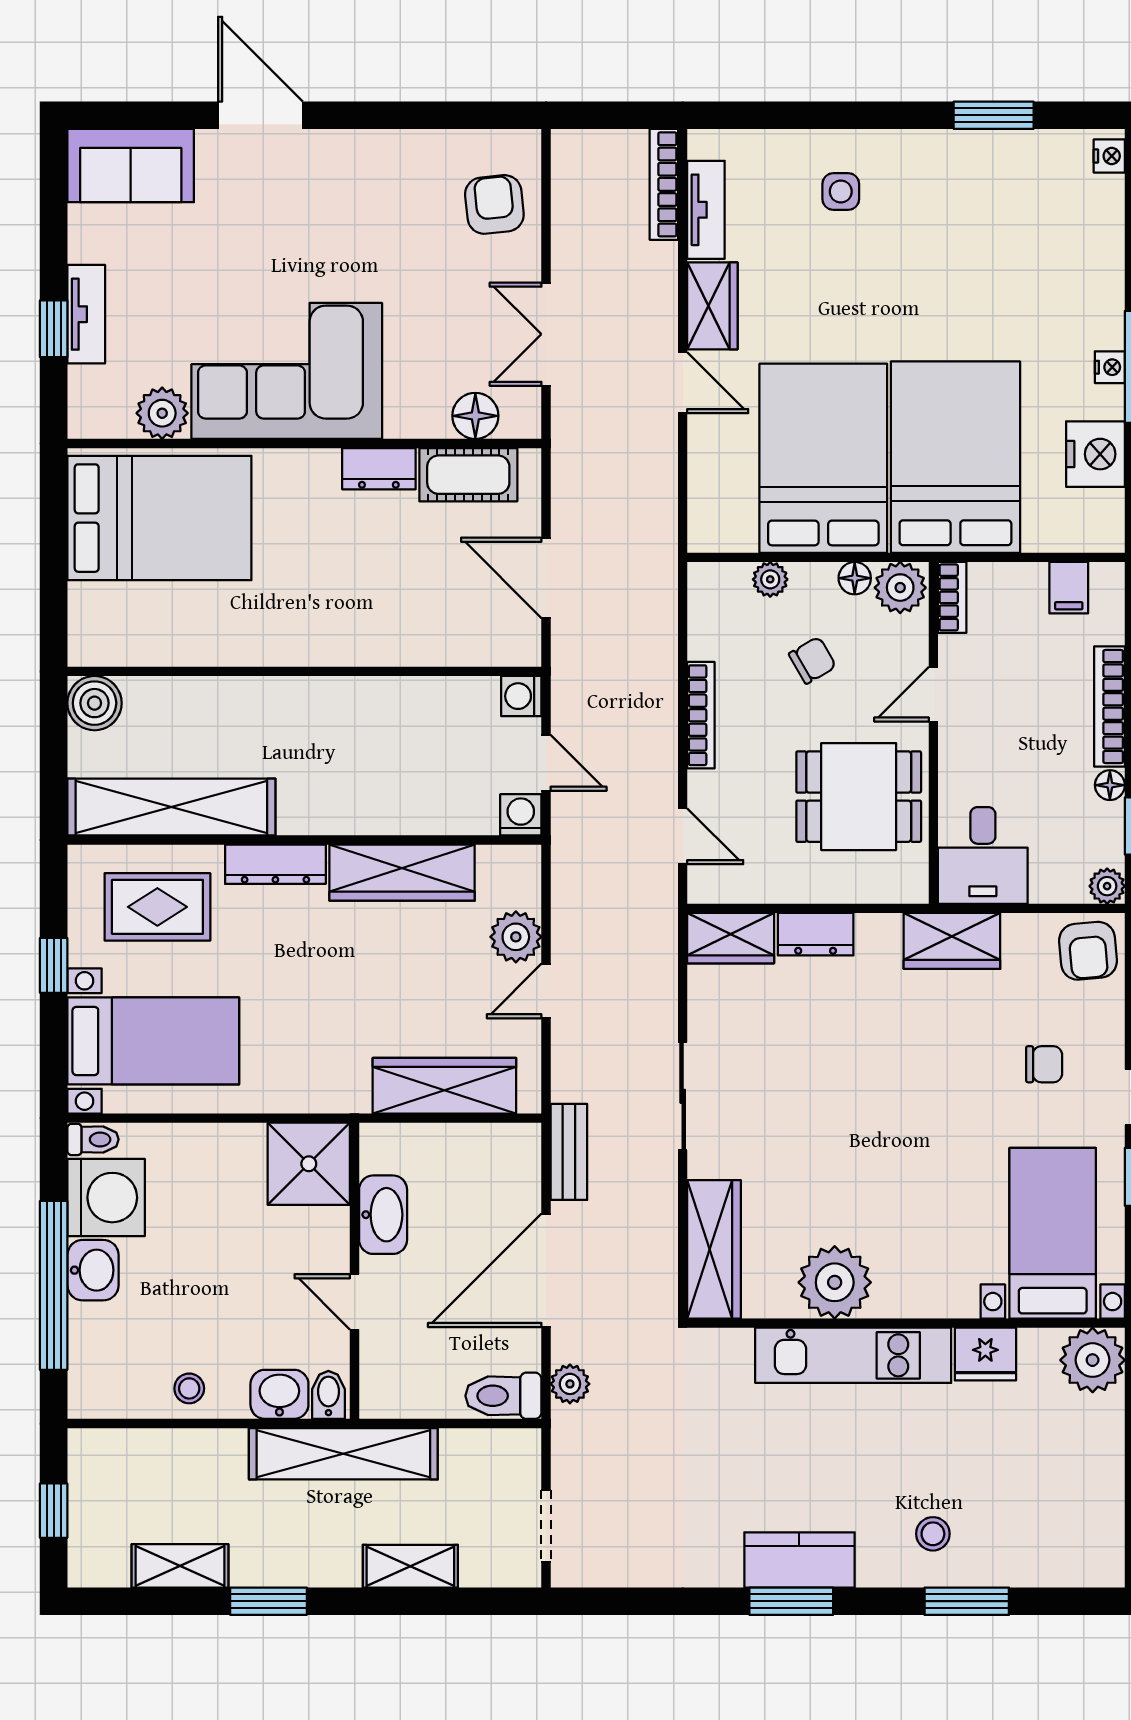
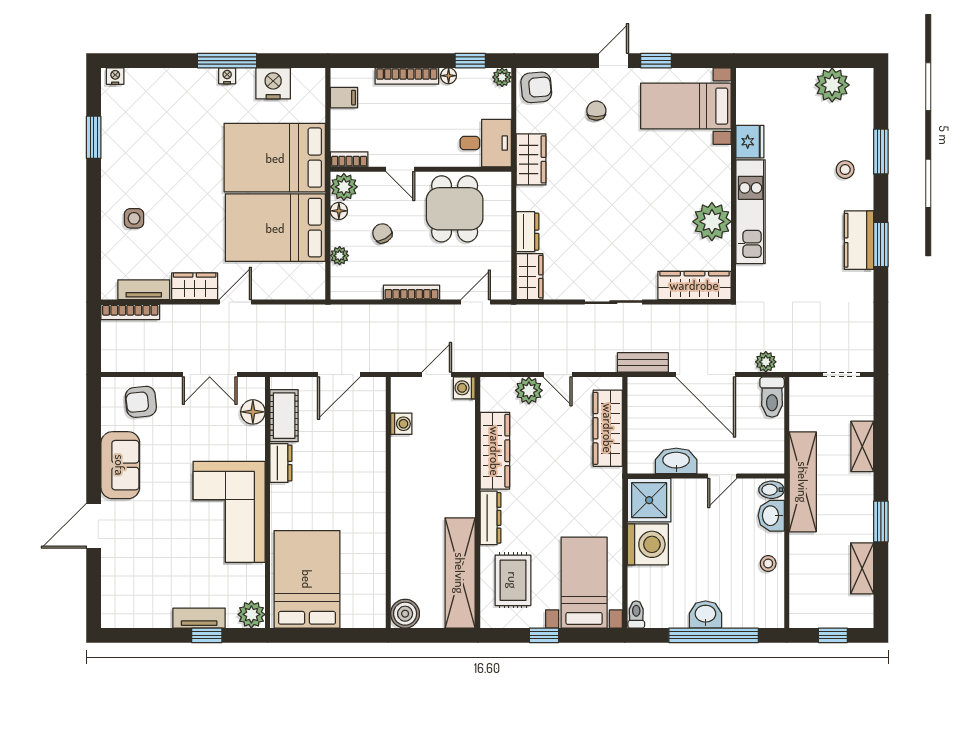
sofa: (131, 166) -> (120, 465), moved
plant: (162, 413) -> (251, 614), moved
washing machine: (521, 696) -> (401, 424), moved, turned -90
washing machine: (106, 1198) -> (648, 544), moved, turned 90
plant: (1093, 1360) -> (832, 85), moved

